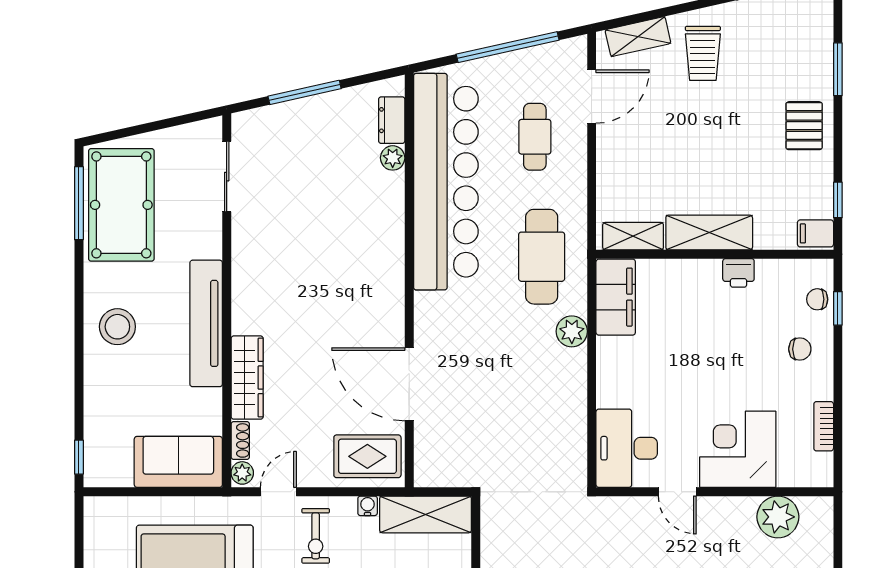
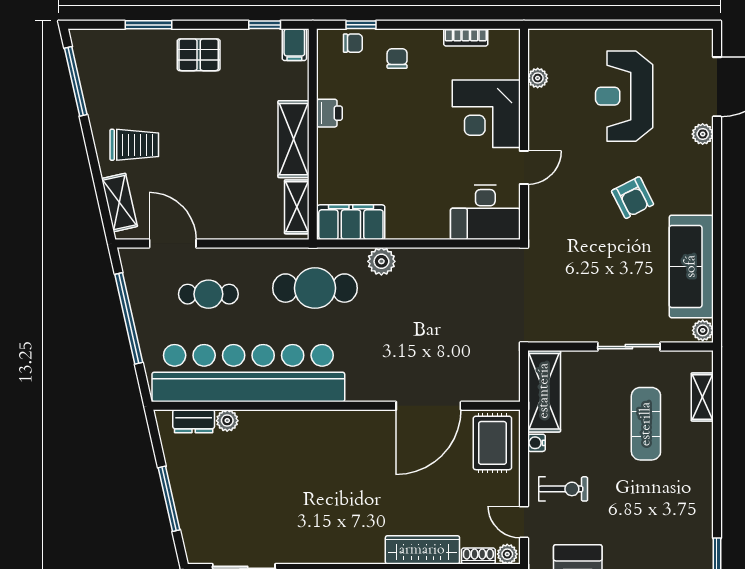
chair: (817, 299) -> (353, 43), turned -90
plant: (778, 517) -> (538, 78), width x0.53, depth x0.53

